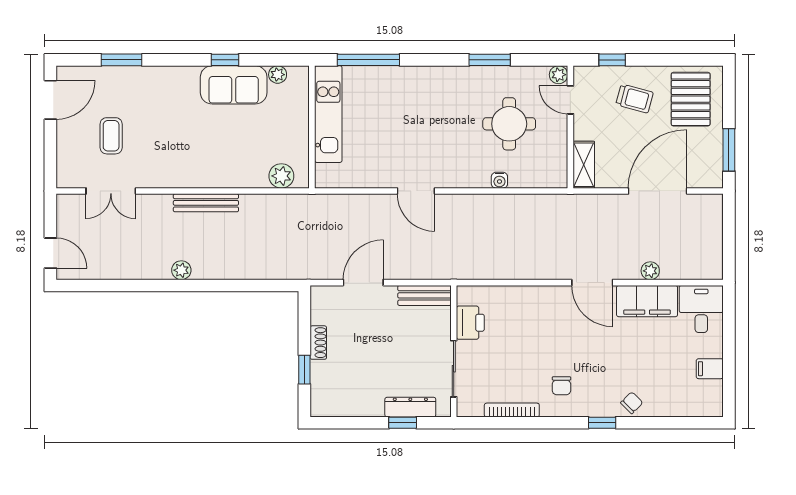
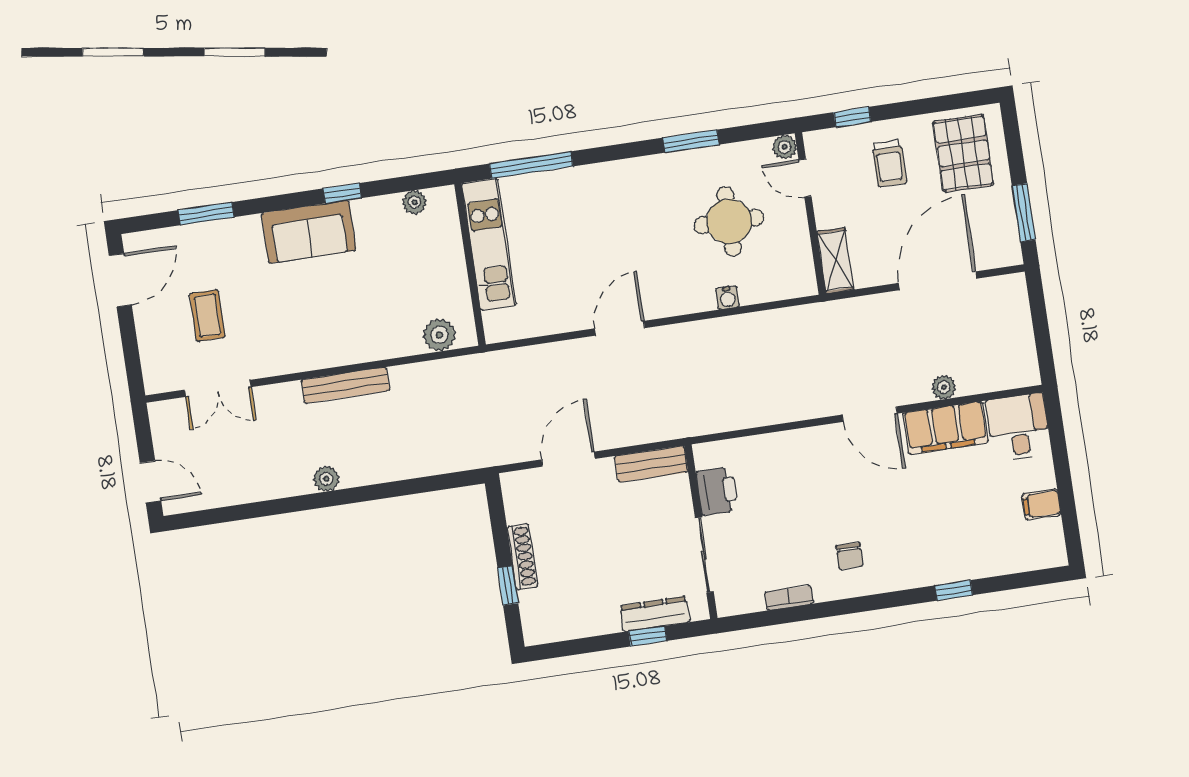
sofa: (234, 85) -> (309, 232), moved
trolley: (635, 99) -> (889, 163), turned 75
door: (416, 191) -> (620, 328), swing flipped
shoe rack: (318, 343) -> (522, 557), width x1.43
chair: (632, 403) -> (945, 565), removed
bookcase: (512, 410) -> (789, 598), width x0.64
window: (602, 423) -> (954, 590), moved

